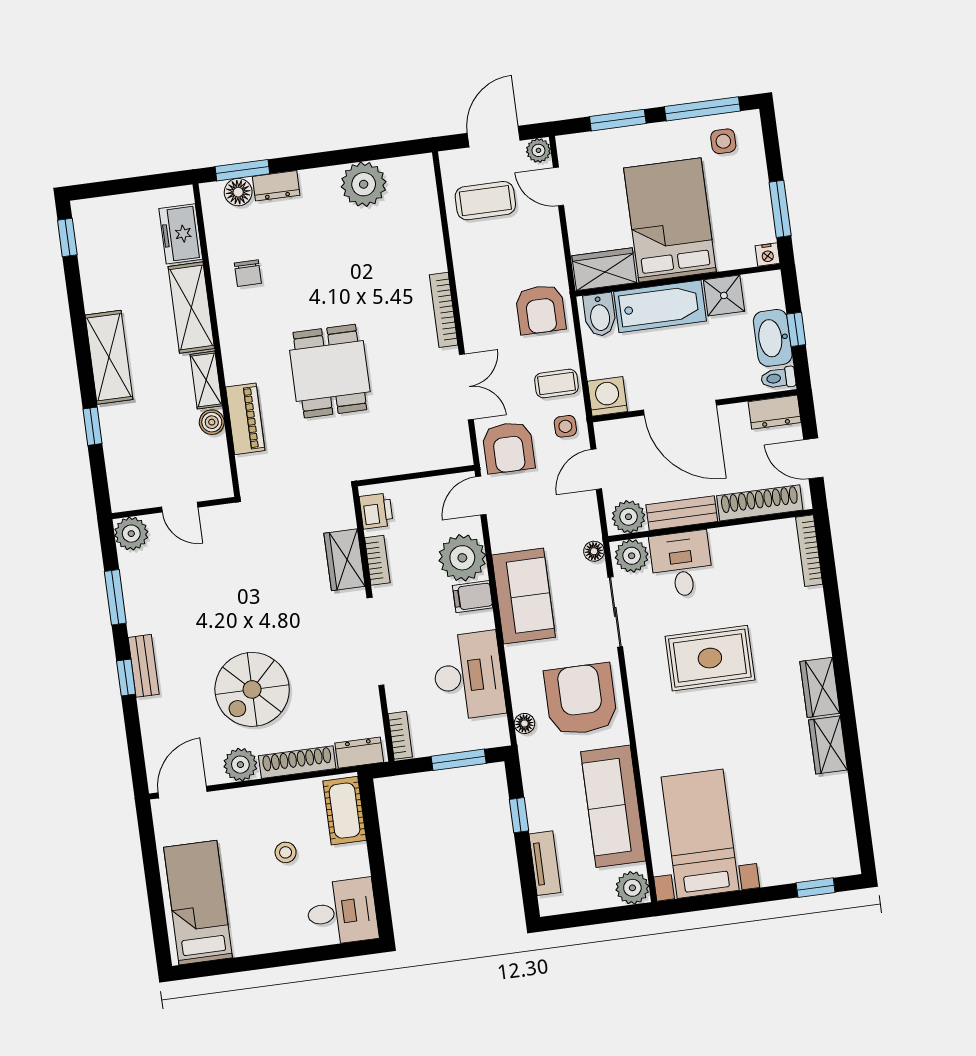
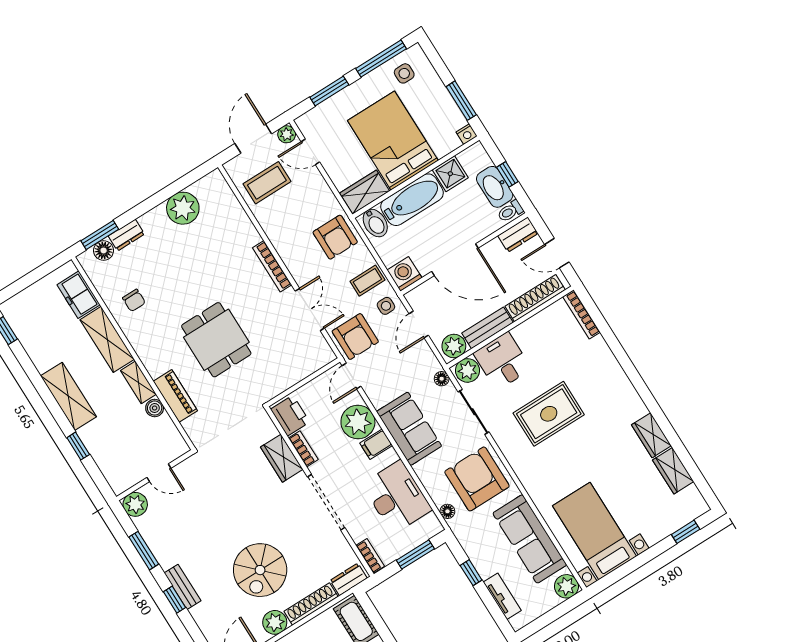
printer: (376, 511) -> (290, 416), width x1.36, depth x1.24
wardrobe: (820, 687) -> (673, 471), moved

